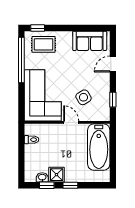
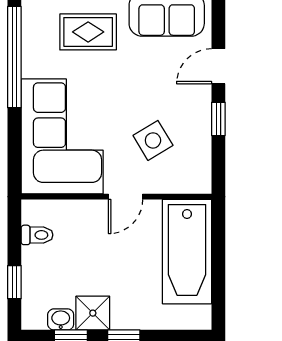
rug: (44, 44) -> (88, 32), moved
window: (113, 100) -> (218, 119), moved
door: (71, 122) -> (126, 197), swing flipped
window: (21, 161) -> (14, 282), added

